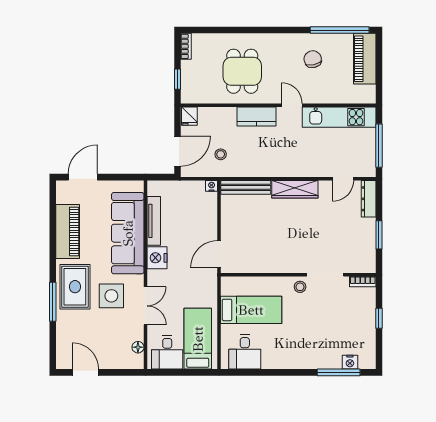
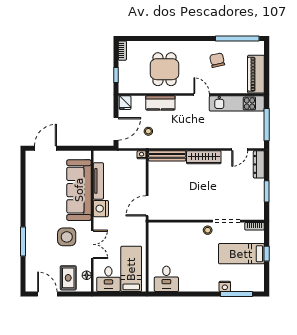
piano: (365, 59) -> (256, 74), moved
kitchen counter: (257, 117) -> (160, 103), moved
piano: (68, 232) -> (34, 189), removed
rug: (75, 287) -> (68, 278), moved, width x0.73, depth x0.70
bed: (251, 310) -> (241, 254), moved, turned 180
nightstand: (350, 362) -> (225, 286), moved

